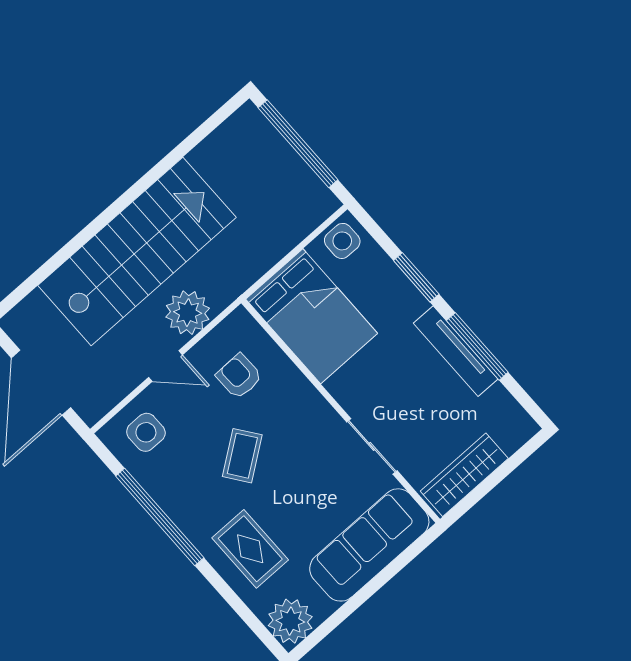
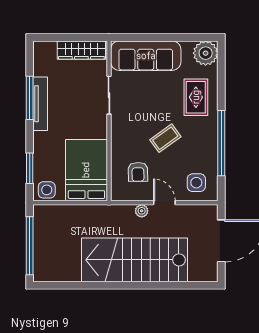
window: (416, 277) -> (30, 168), moved
plant: (188, 313) -> (142, 211), width x0.53, depth x0.53

